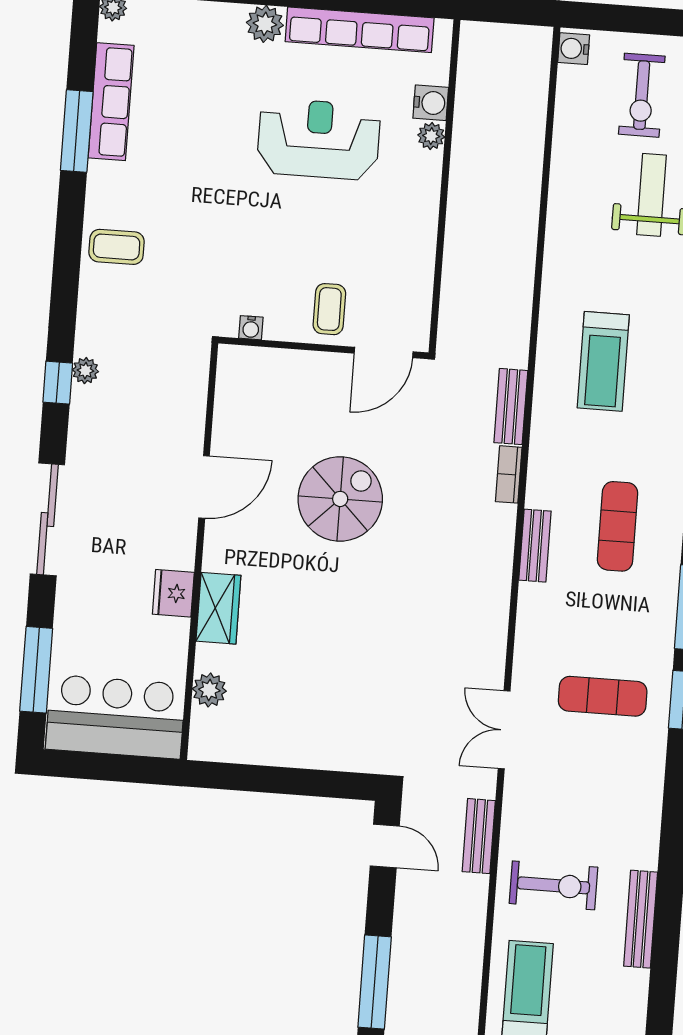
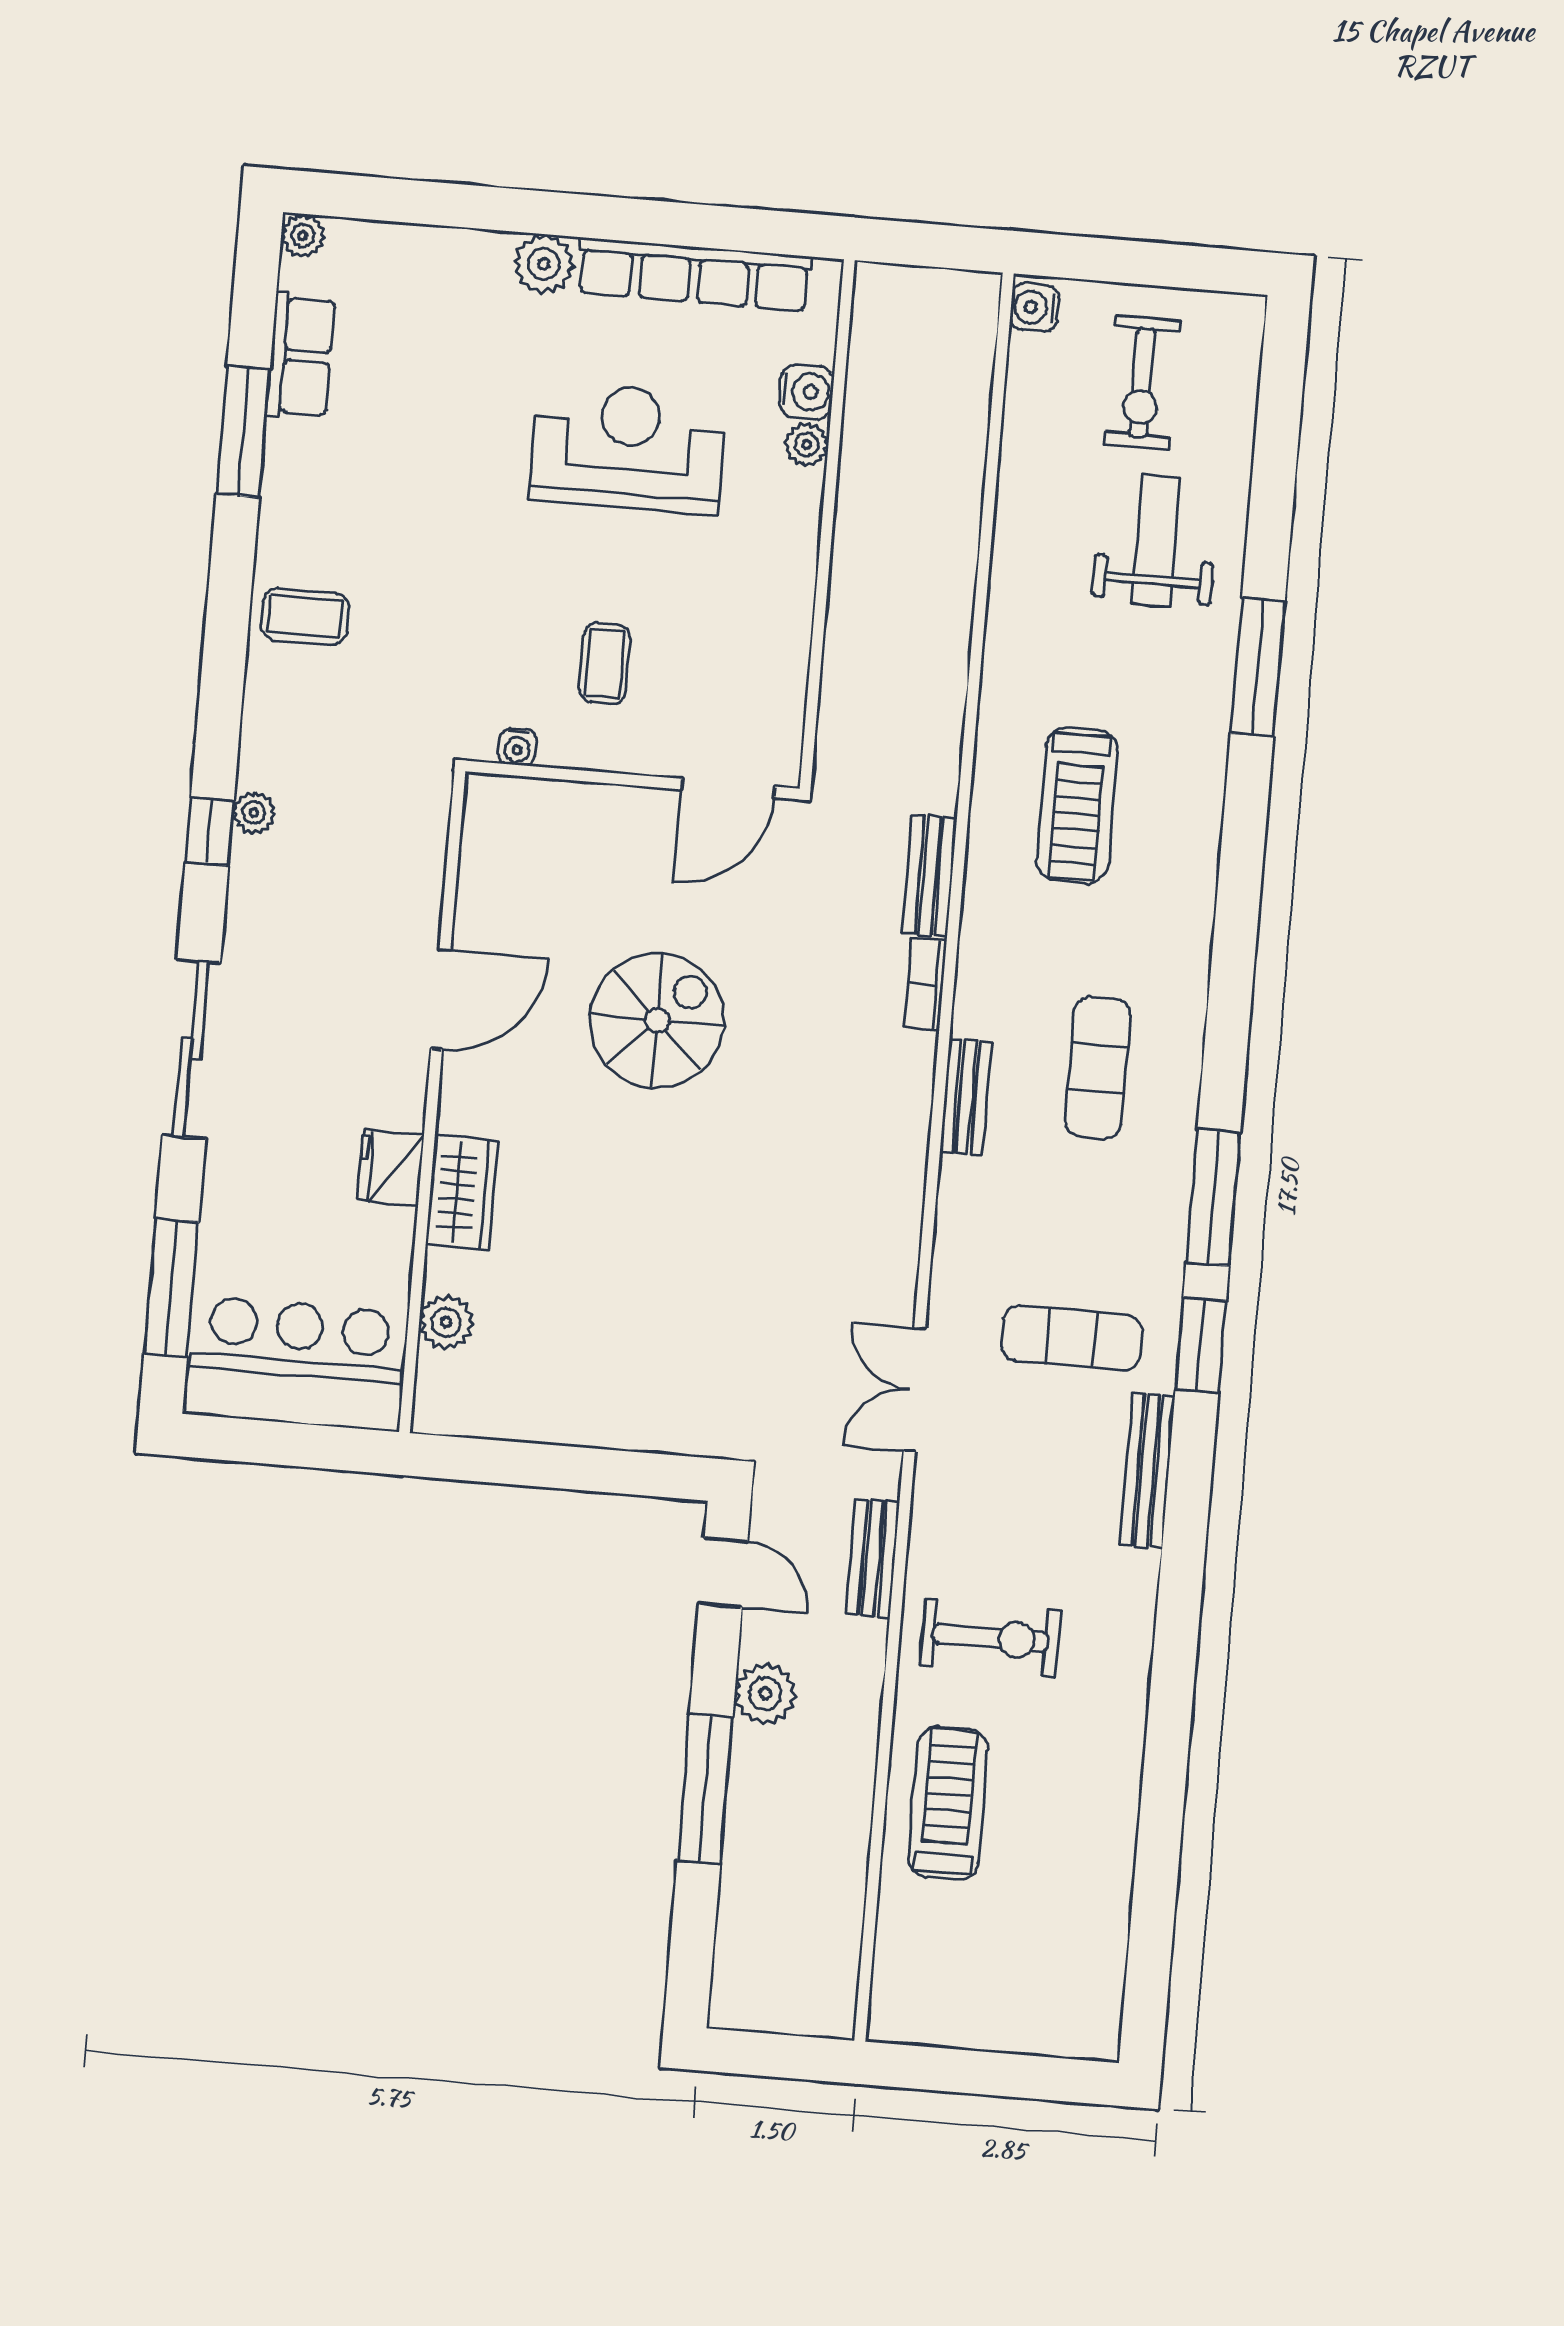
row of seats: (111, 102) -> (301, 356), width x0.68
coffee table: (329, 309) -> (605, 663), moved
bench: (641, 919) -> (1147, 1471), moved
plant: (412, 922) -> (765, 1694), added

